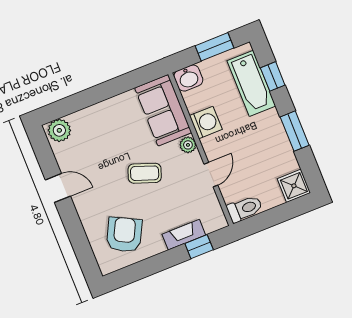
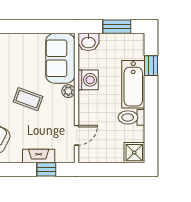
bathtub: (251, 83) -> (133, 84), moved
window: (295, 131) -> (151, 112), removed
door: (211, 175) -> (76, 135), moved
toilet: (245, 209) -> (131, 117), moved, turned 180

